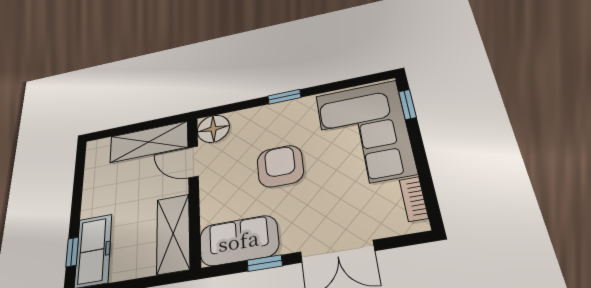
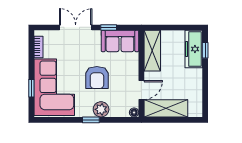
window: (407, 104) -> (31, 88), moved
plant: (267, 116) -> (101, 109), added
floor lamp: (213, 129) -> (134, 112), width x0.53, depth x0.53
door: (193, 162) -> (141, 90), hinge flipped

